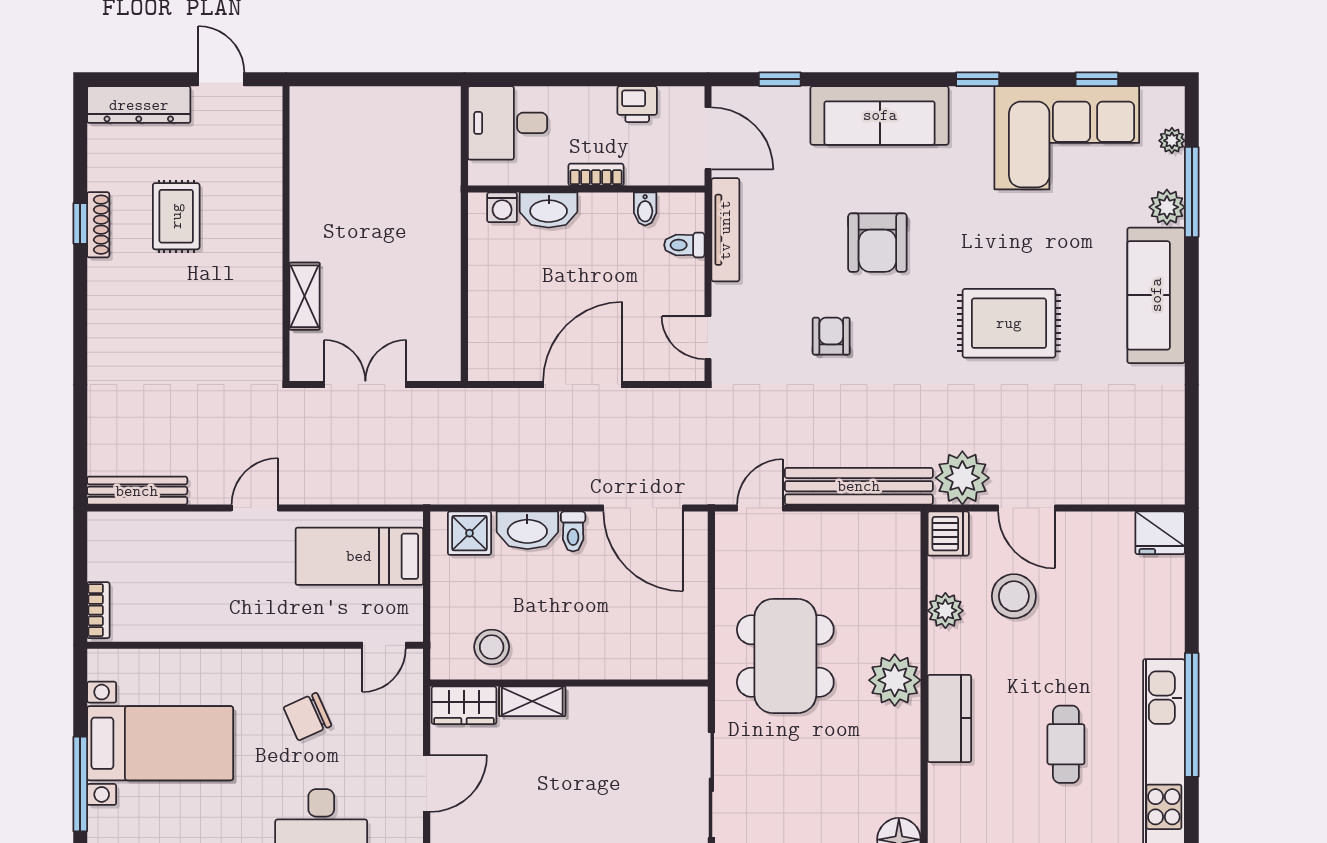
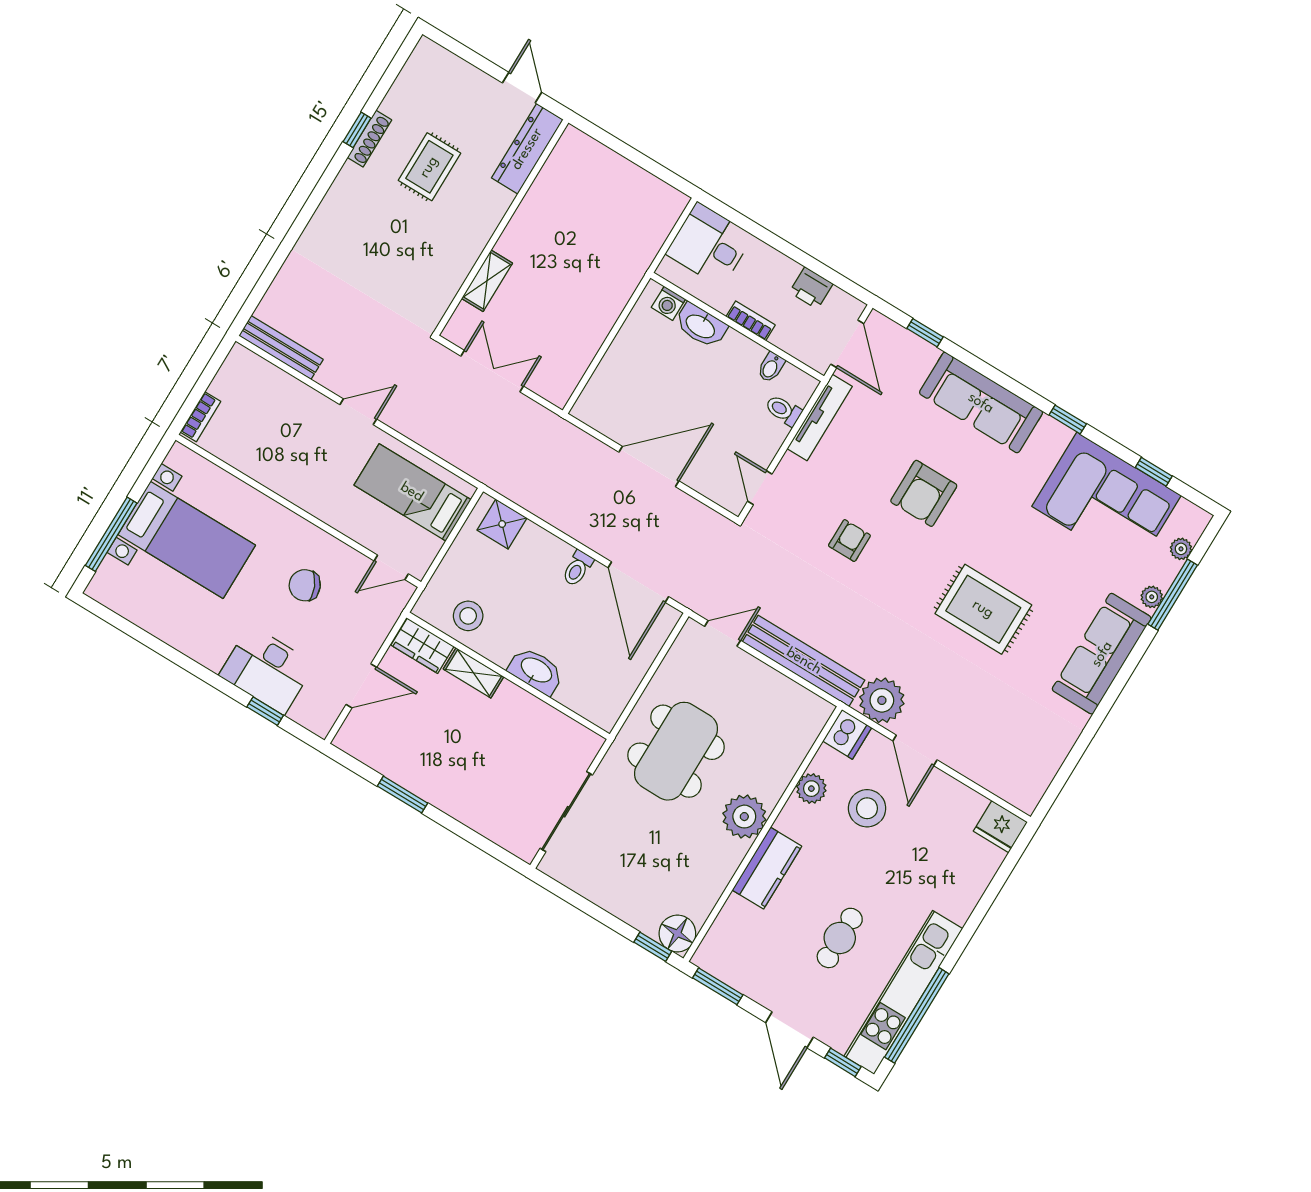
dresser: (139, 105) -> (527, 149), moved, turned 90
plant: (1167, 207) -> (1152, 597), width x0.73, depth x0.73
washbasin: (527, 530) -> (536, 671), moved, turned 180
window: (1192, 715) -> (917, 1015), moved

